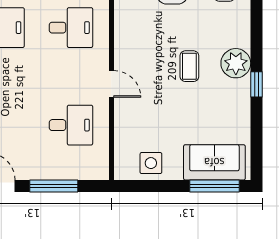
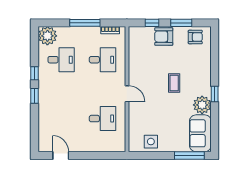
plant: (236, 63) -> (202, 105), moved
sofa: (214, 162) -> (200, 133), moved, turned -90
window: (54, 186) -> (92, 155), removed

